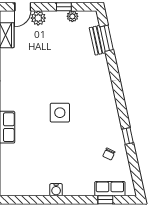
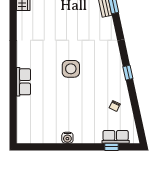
window: (128, 136) -> (128, 73), moved

